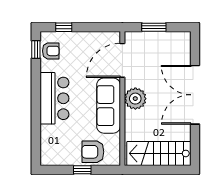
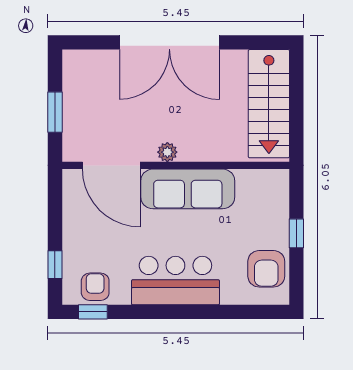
plant: (135, 99) -> (167, 152), width x0.53, depth x0.53
armchair: (93, 152) -> (266, 269), moved

